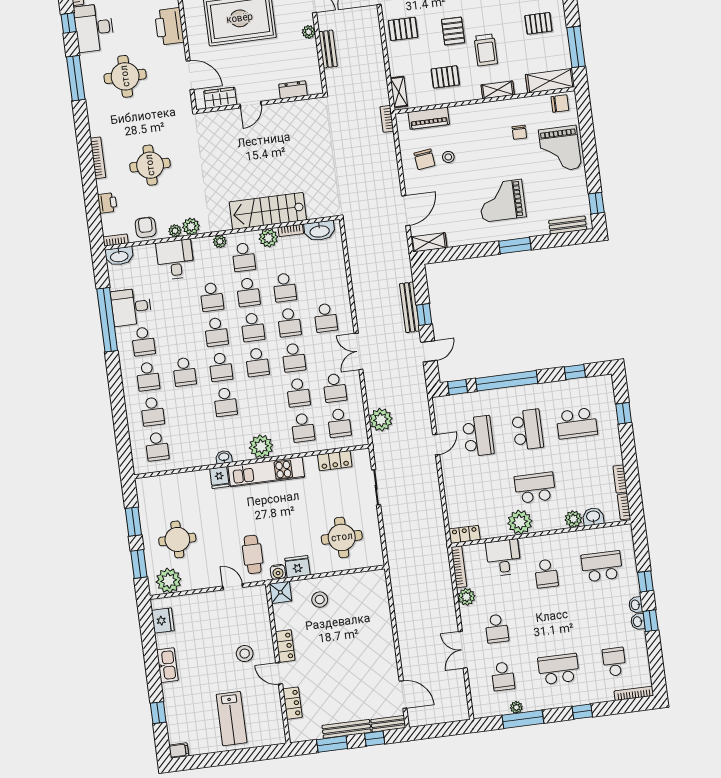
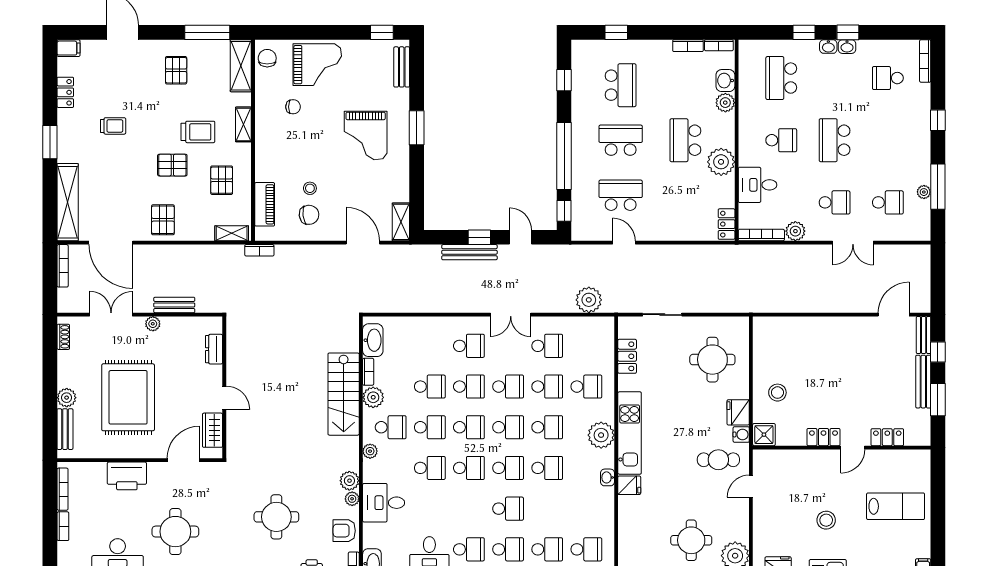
school desk: (339, 423) -> (547, 427), moved
stool: (245, 654) -> (826, 520), moved
school desk: (559, 669) -> (835, 140), moved

